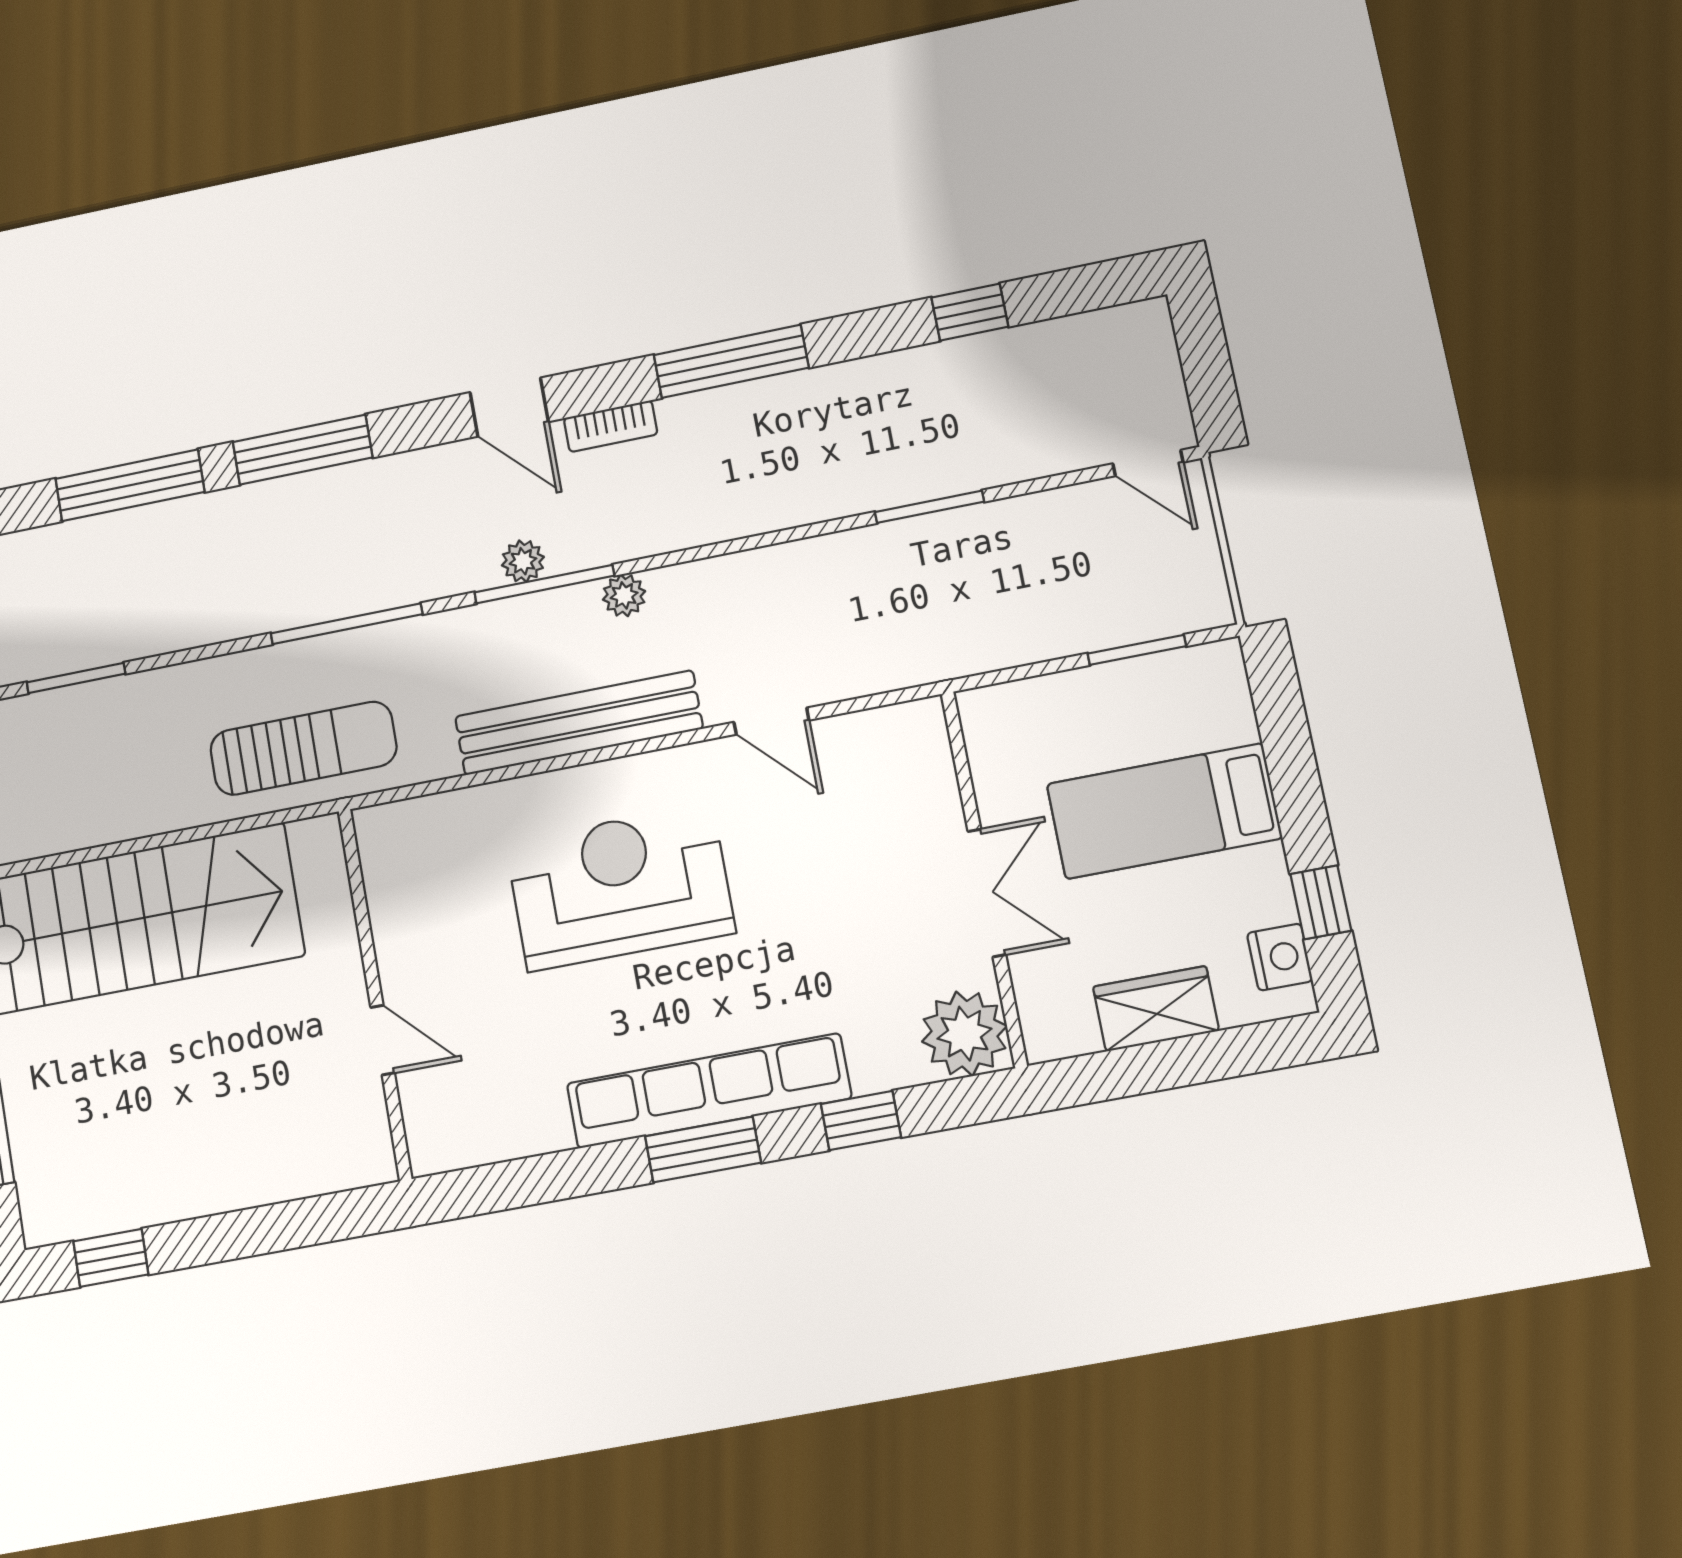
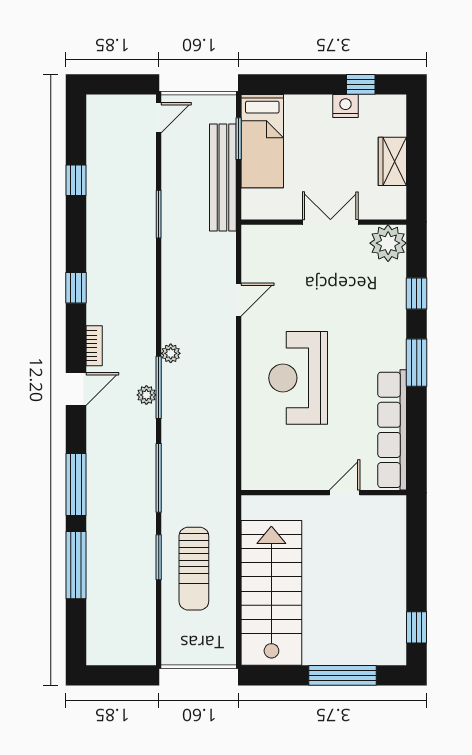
window: (731, 361) -> (76, 288), width x0.46
window: (76, 678) -> (159, 557), moved
bench: (579, 723) -> (223, 177), moved
sun lounger: (303, 748) -> (194, 569), moved, turned 180
bed: (1164, 811) -> (262, 141), moved
nightstand: (1280, 957) -> (345, 106), moved
row of seats: (709, 1091) -> (392, 430), moved

